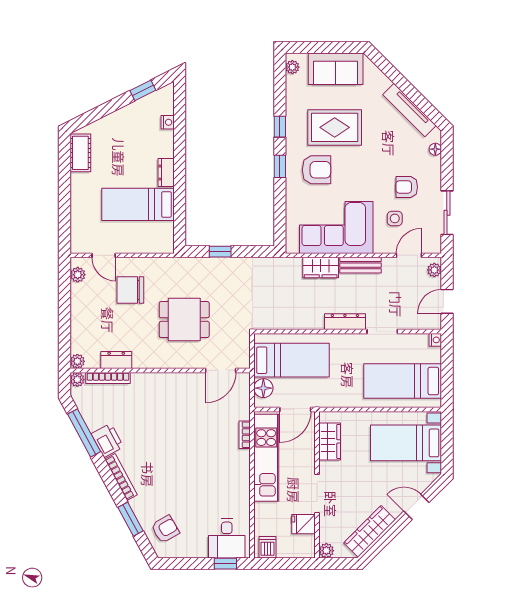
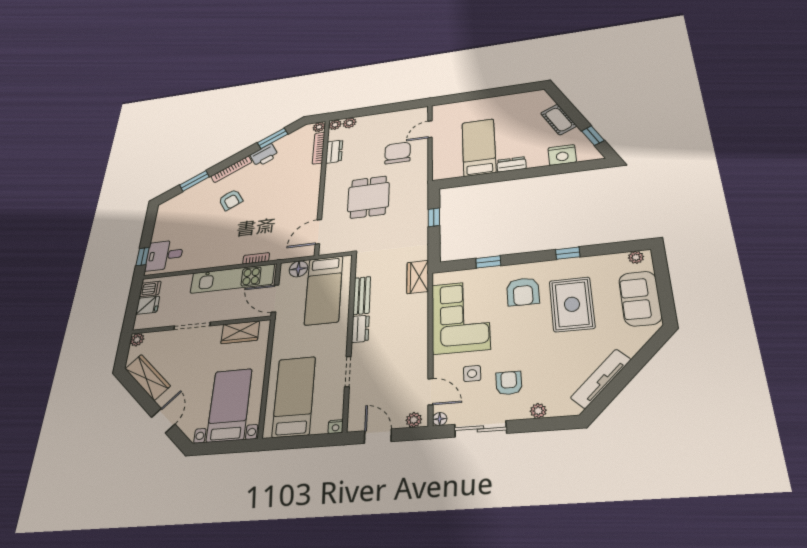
nightstand: (168, 122) -> (562, 155), width x1.89, depth x1.79
floor lamp: (435, 149) -> (440, 419), moved
cot: (80, 153) -> (559, 120), moved, turned 63
plant: (435, 164) -> (538, 411), added
window: (280, 166) -> (488, 262), moved
bench: (361, 265) -> (362, 295), moved
wardrobe: (321, 268) -> (418, 277), moved
plant: (78, 275) -> (349, 123), moved
dresser: (345, 322) -> (360, 329), width x0.70
door: (221, 370) -> (318, 232), hinge flipped
window: (84, 433) -> (273, 138), width x0.69
fridge: (304, 524) -> (148, 305), moved, turned 90
armchair: (165, 529) -> (231, 200), moved

